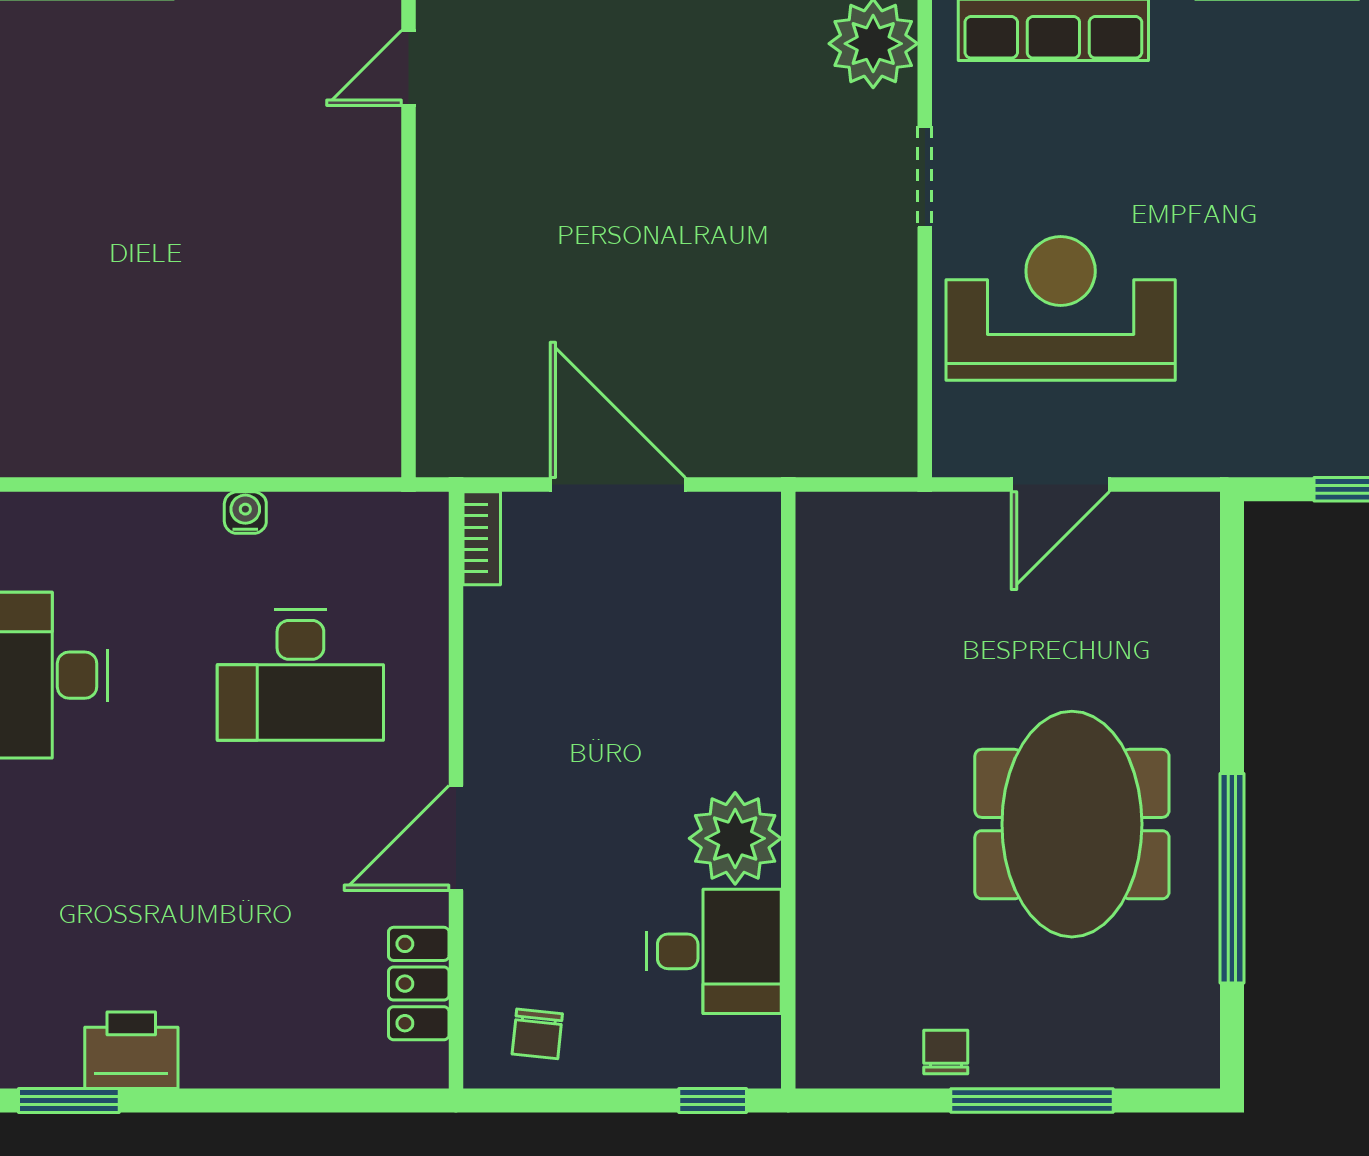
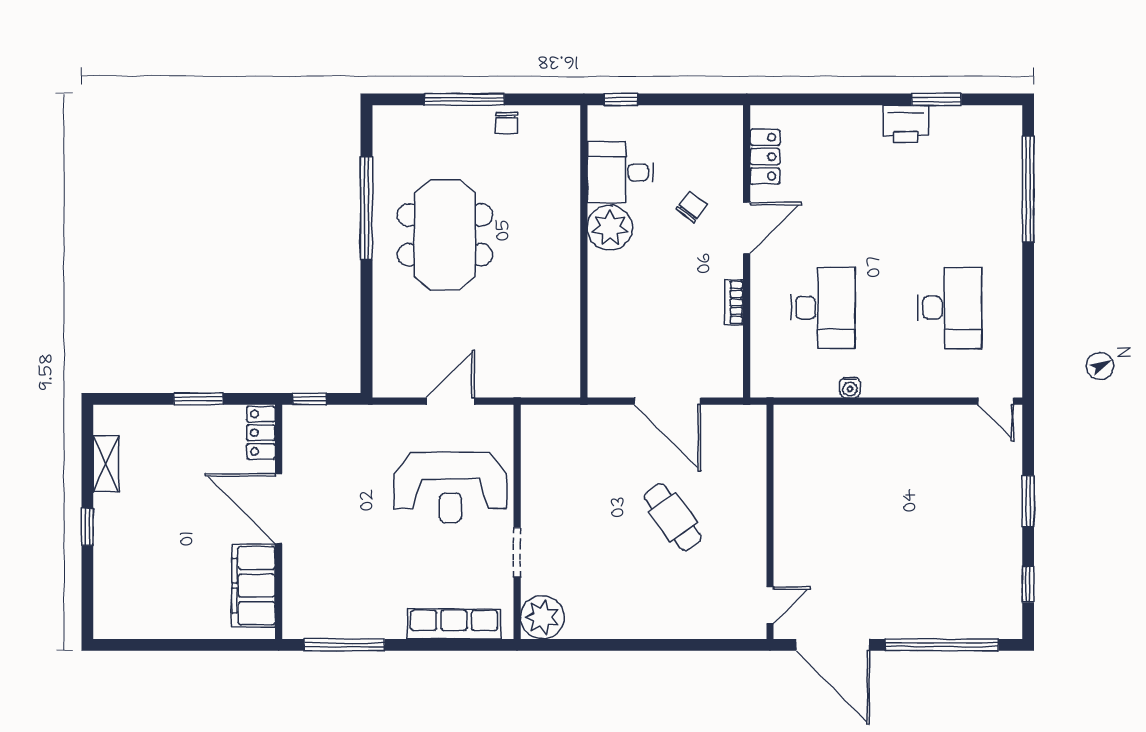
cafe table: (607, 248) -> (673, 517), added
bookcase: (482, 538) -> (734, 303), moved
desk: (300, 675) -> (823, 308), turned 90
chair: (537, 1034) -> (692, 207), moved, turned 32

